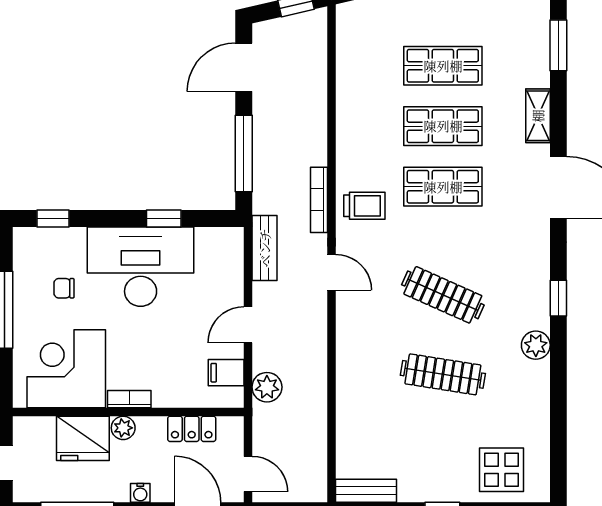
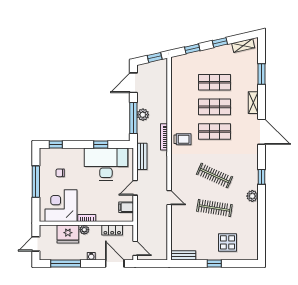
desk: (141, 267) -> (106, 164), moved
door: (331, 272) -> (169, 198), moved
plant: (267, 387) -> (143, 115), moved
display table: (502, 470) -> (227, 242), moved

